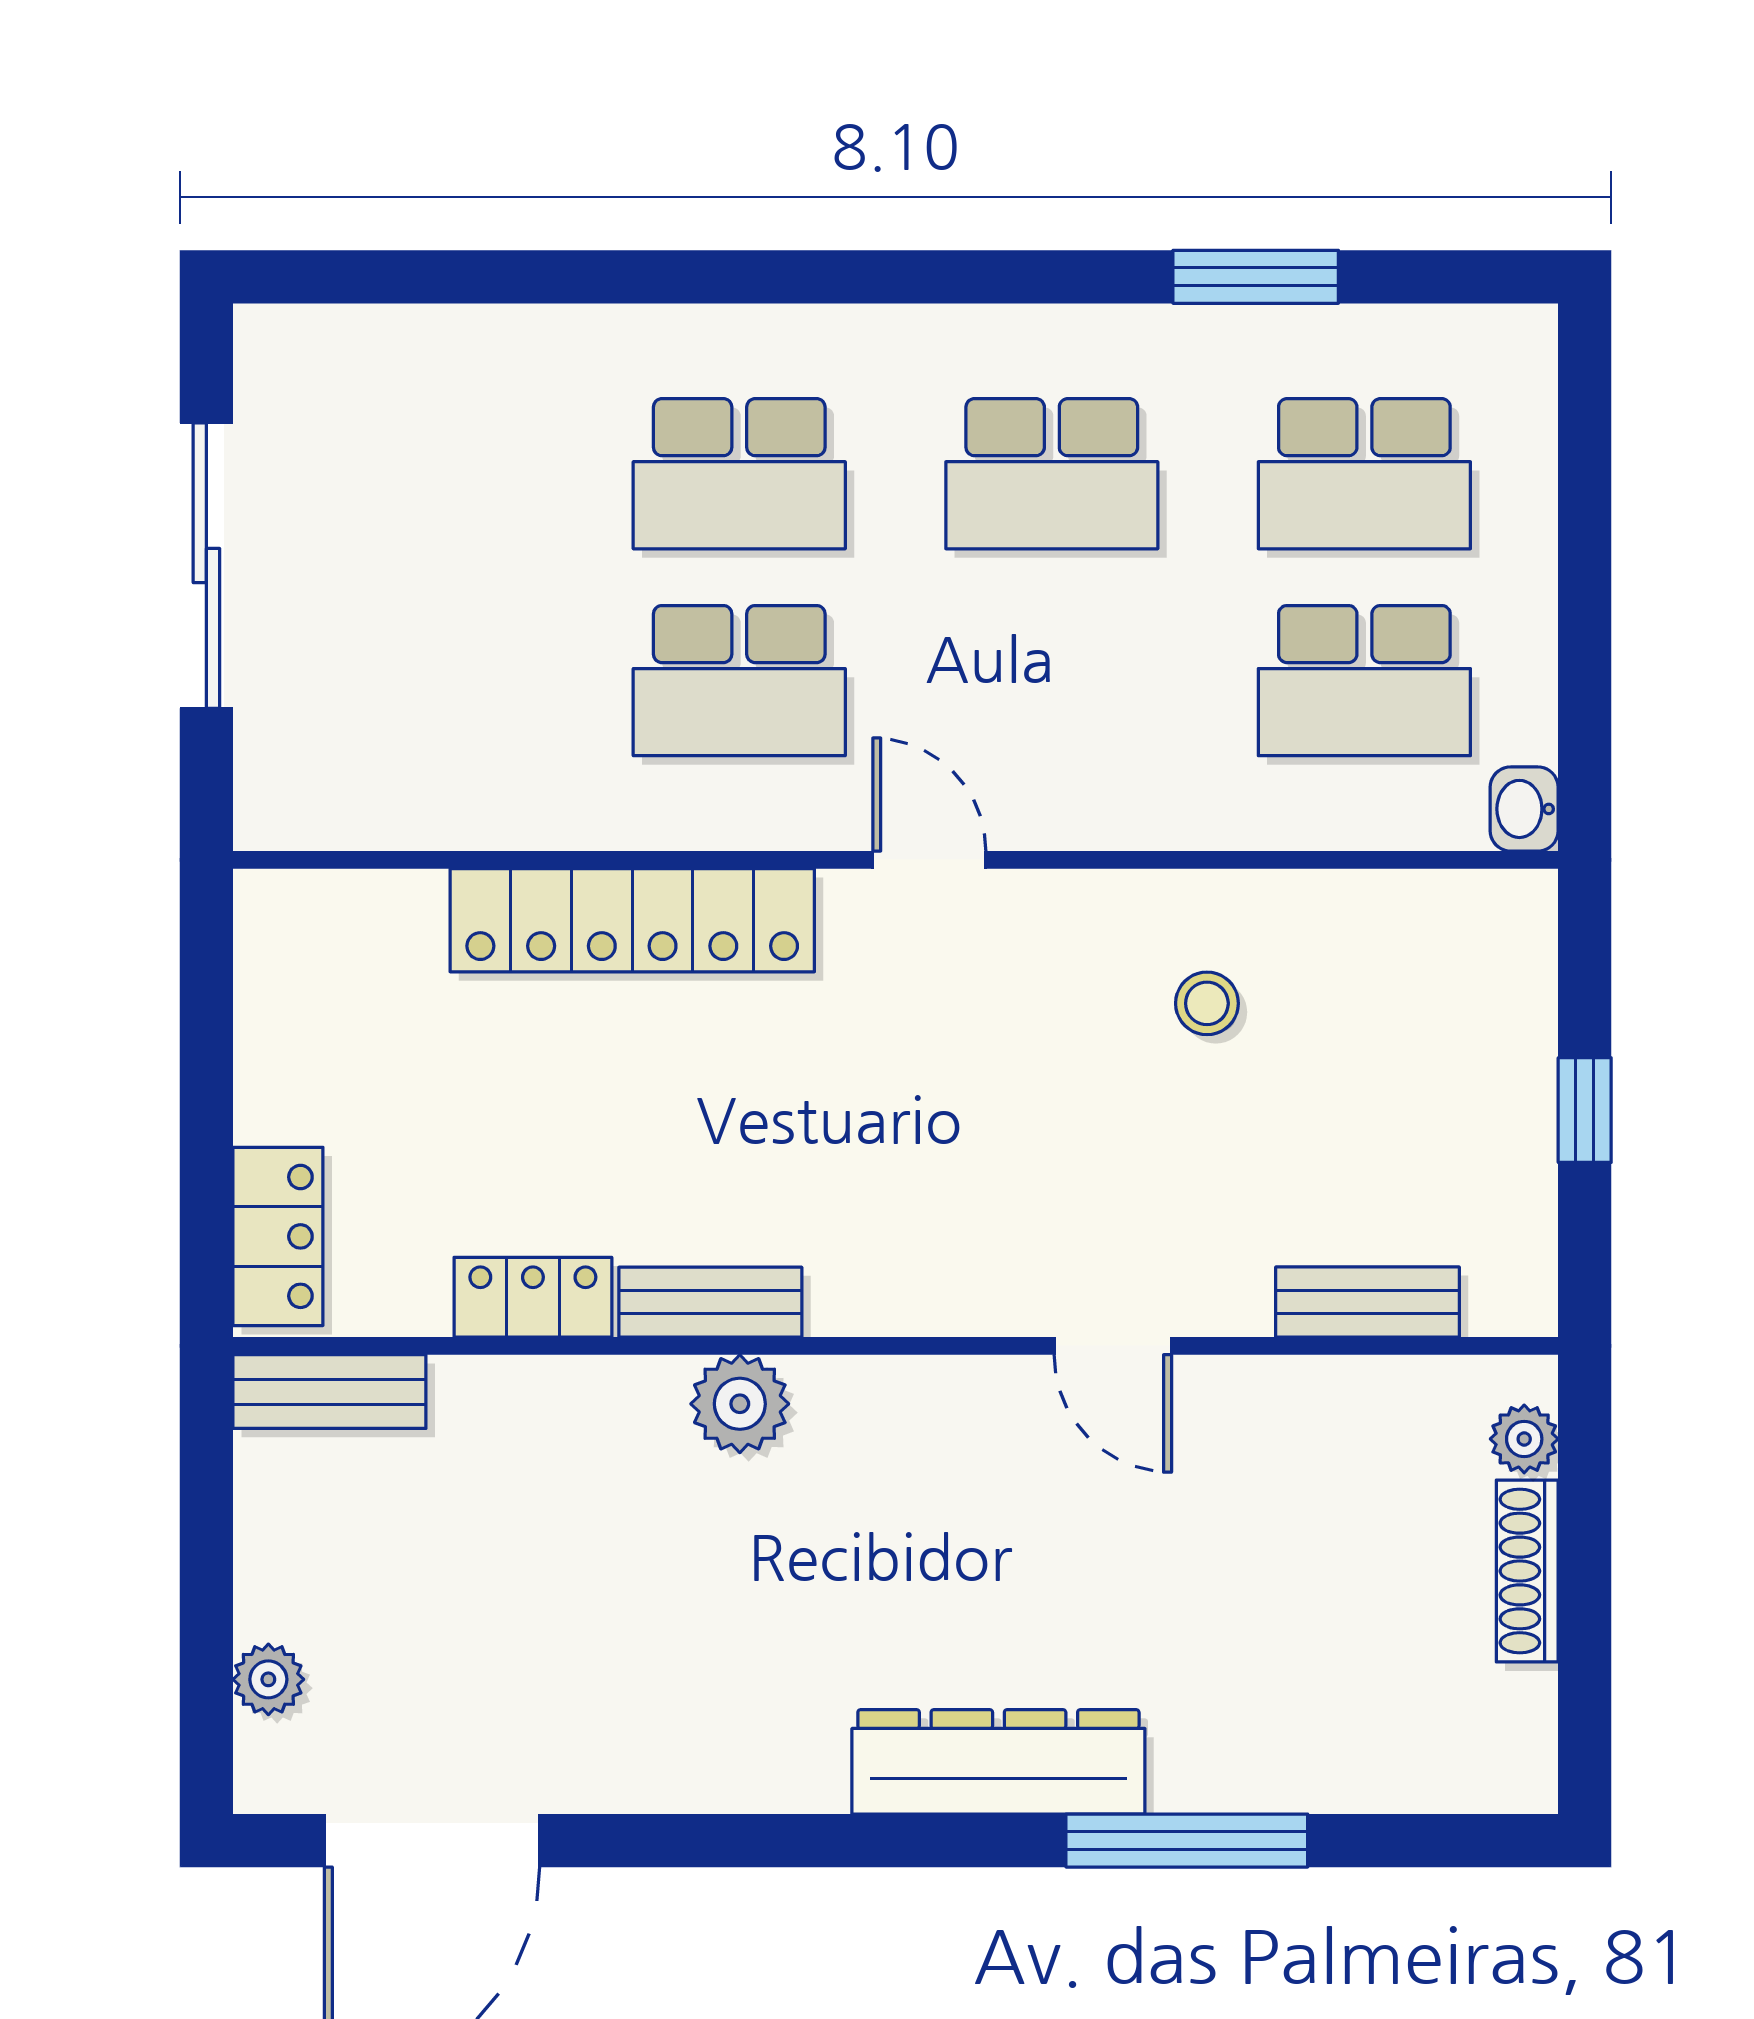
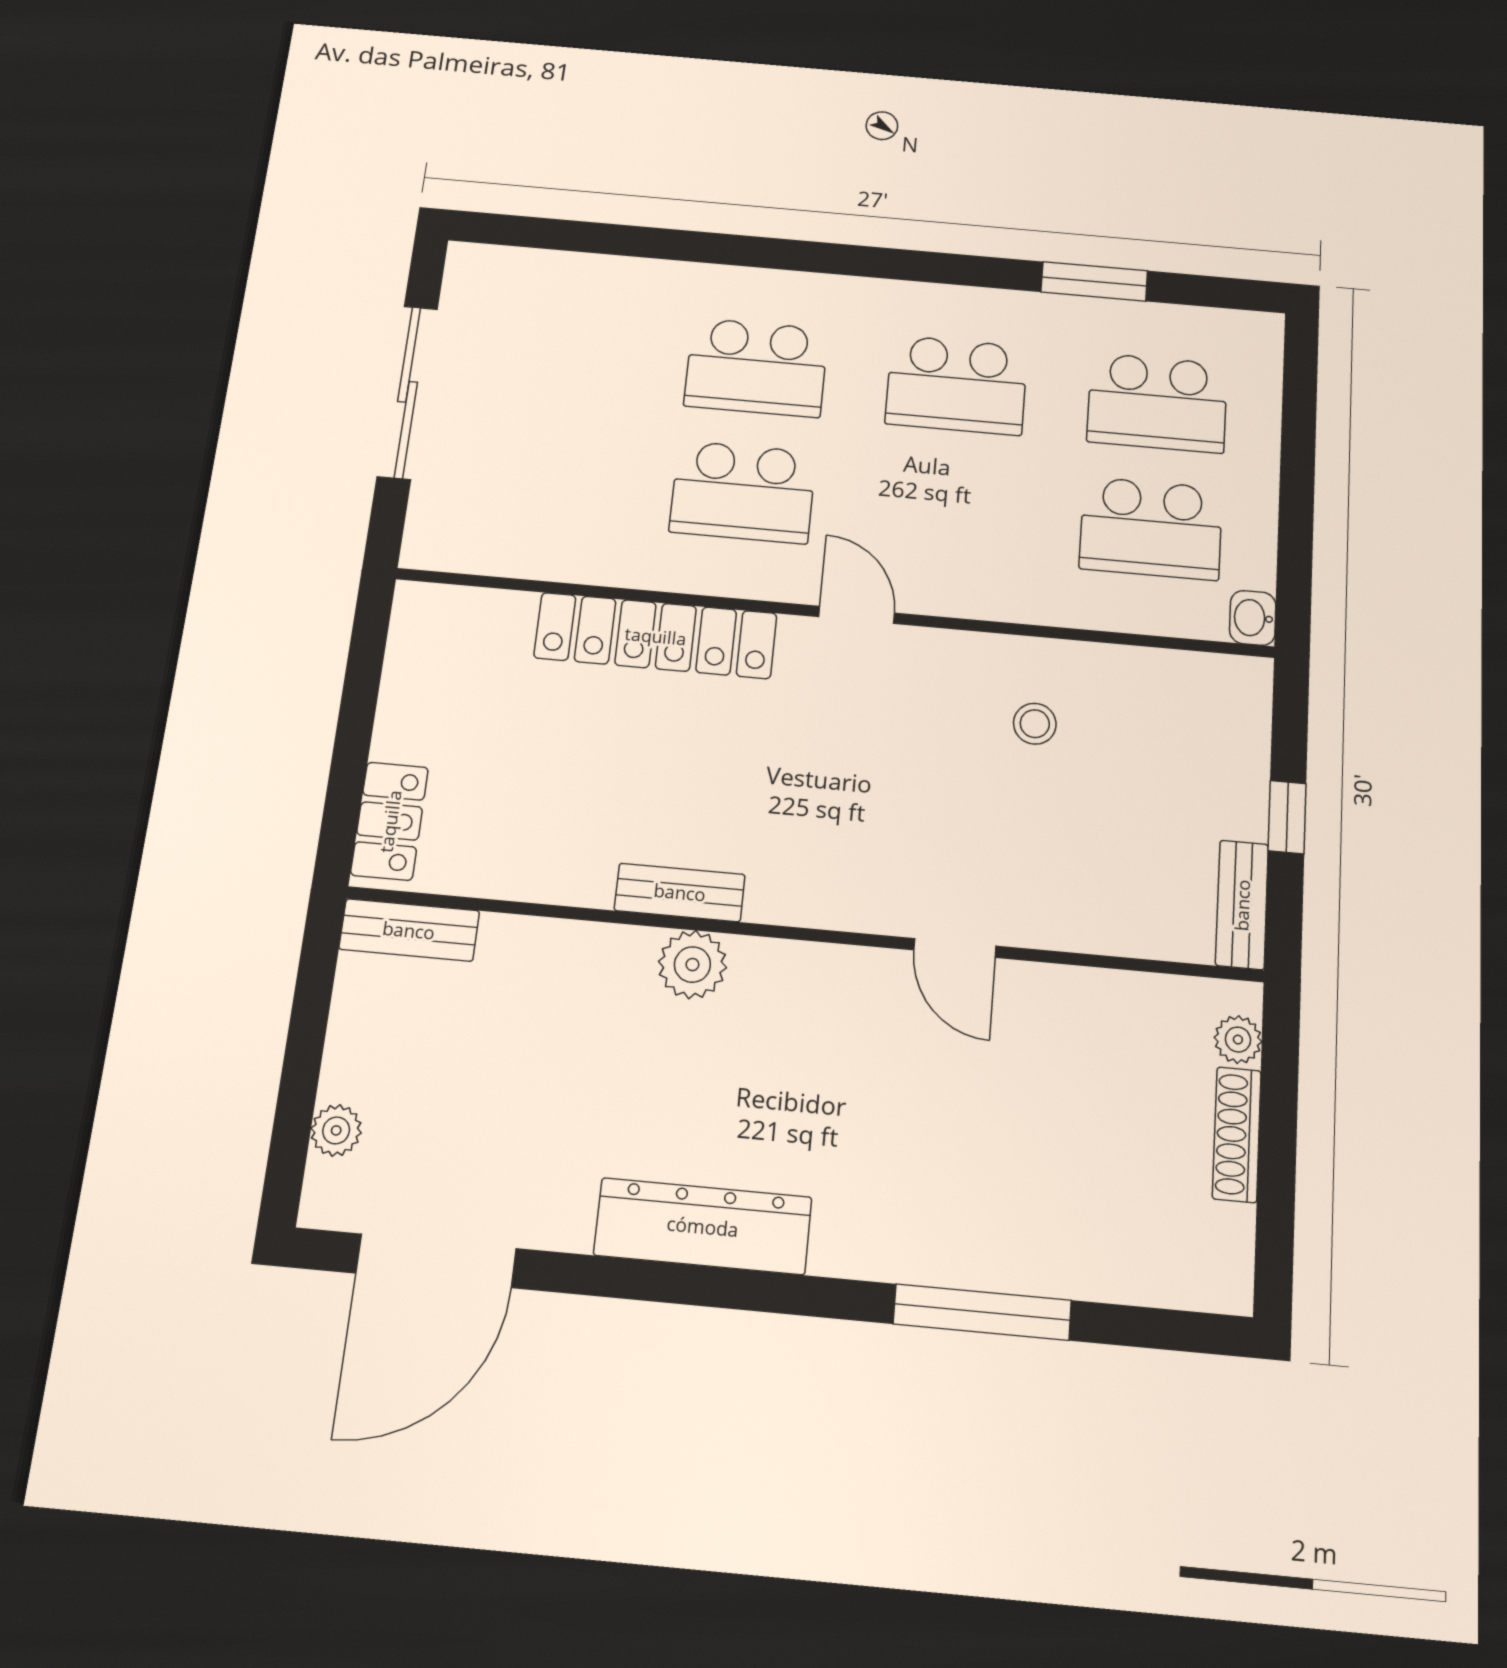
locker: (533, 1297) -> (558, 878), removed
bench: (1367, 1302) -> (1242, 905), moved, turned 90
dresser: (998, 1762) -> (703, 1226), moved

